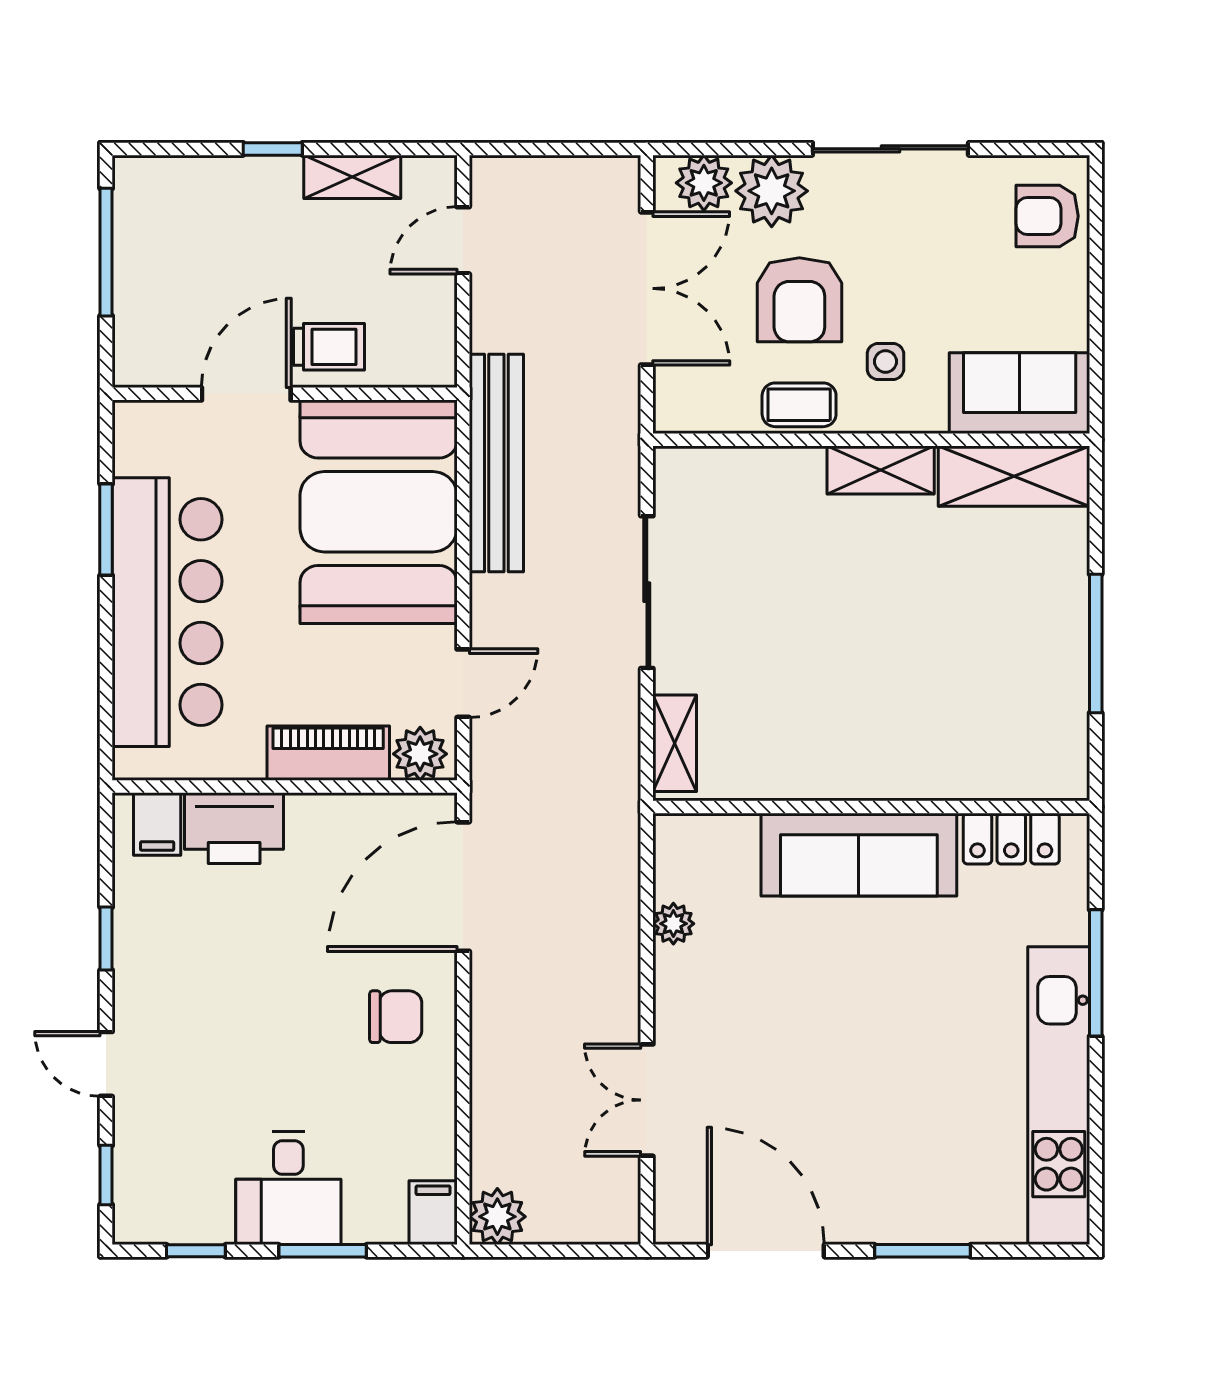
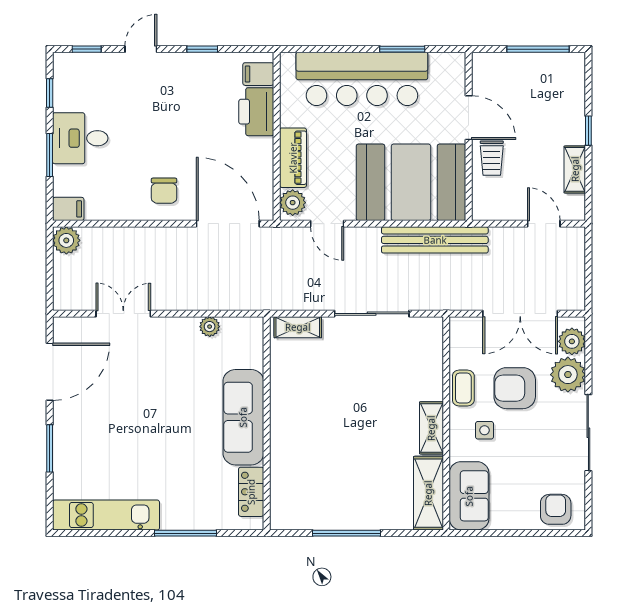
kitchen unit: (1059, 1096) -> (106, 515), width x0.73

